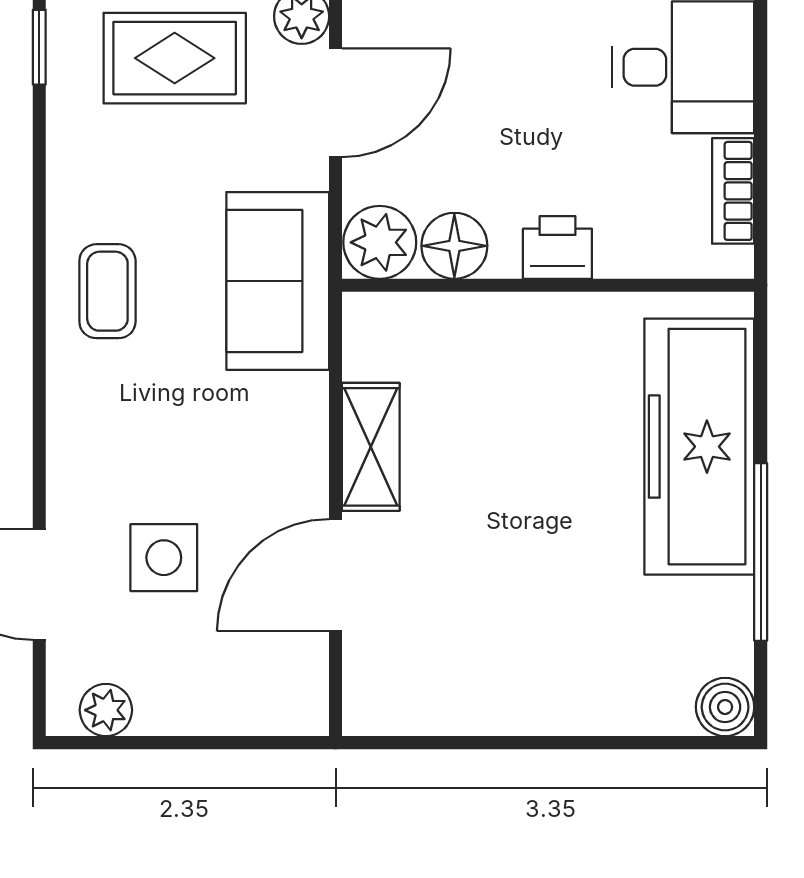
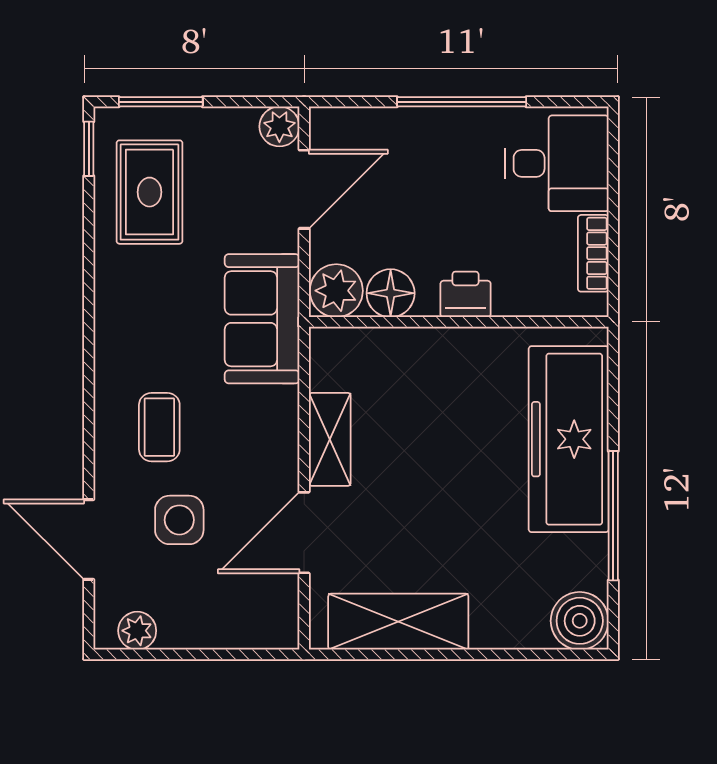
rug: (175, 58) -> (150, 192), moved, turned 90
coffee table: (107, 291) -> (159, 427), moved
shelving: (465, 698) -> (398, 622), added
boiler: (725, 707) -> (580, 621), width x1.36, depth x1.36

